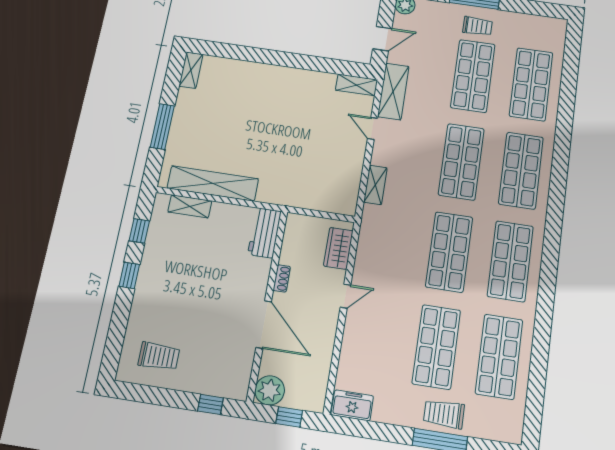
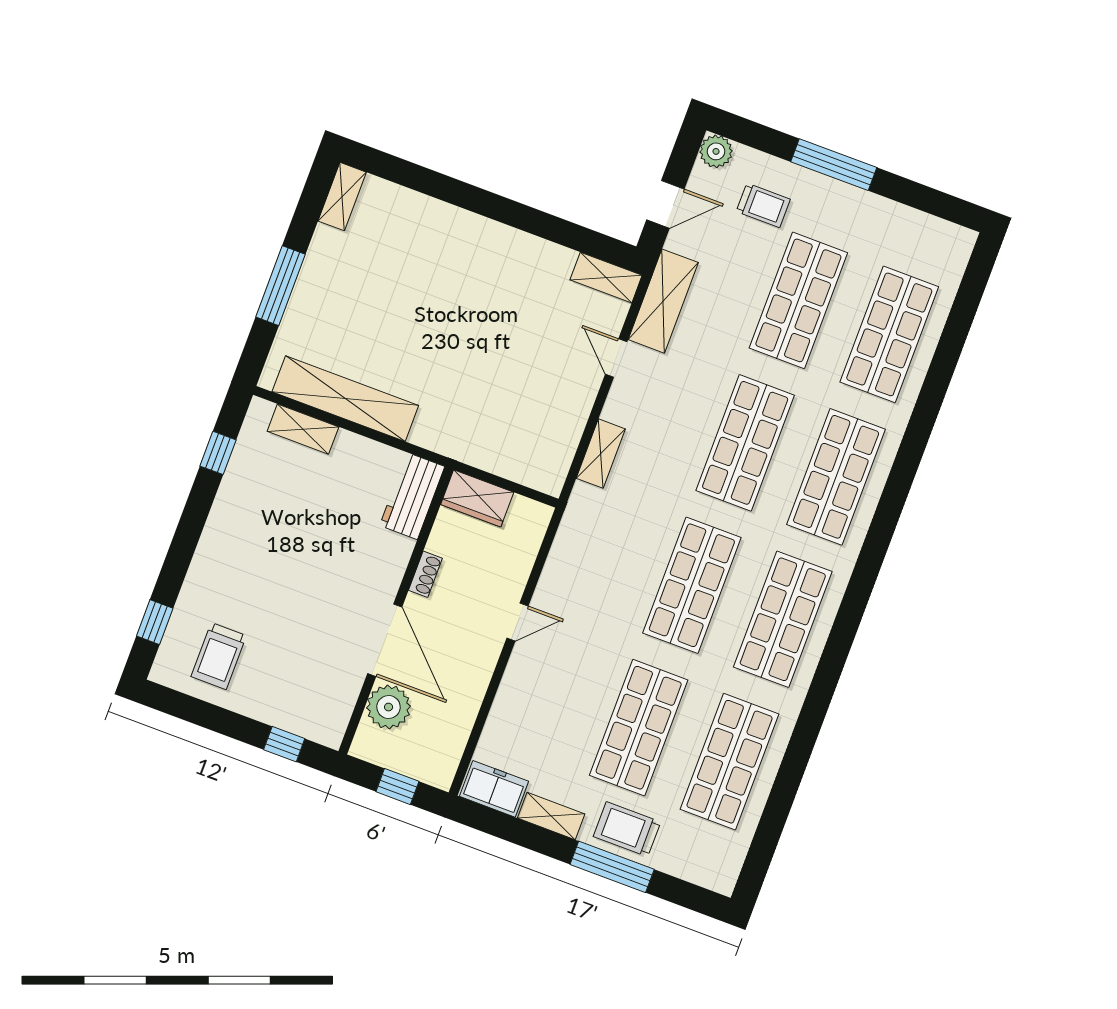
trolley: (477, 26) -> (763, 205), moved
wardrobe: (338, 248) -> (477, 498), moved, turned -90
window: (129, 275) -> (155, 622), moved
trolley: (159, 356) -> (219, 656), turned 90
plant: (270, 390) -> (389, 707), moved
shelving: (393, 416) -> (551, 816), added

